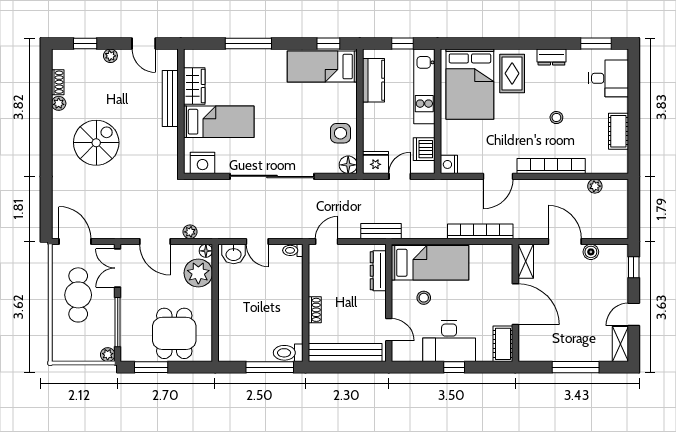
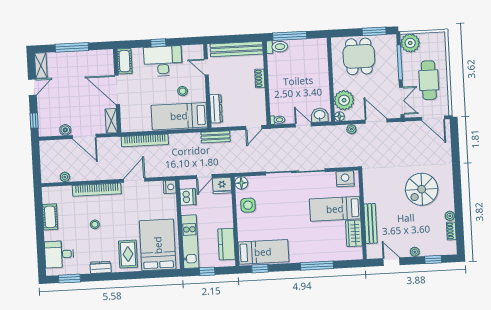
plant: (108, 355) -> (410, 43), width x1.88, depth x1.88

